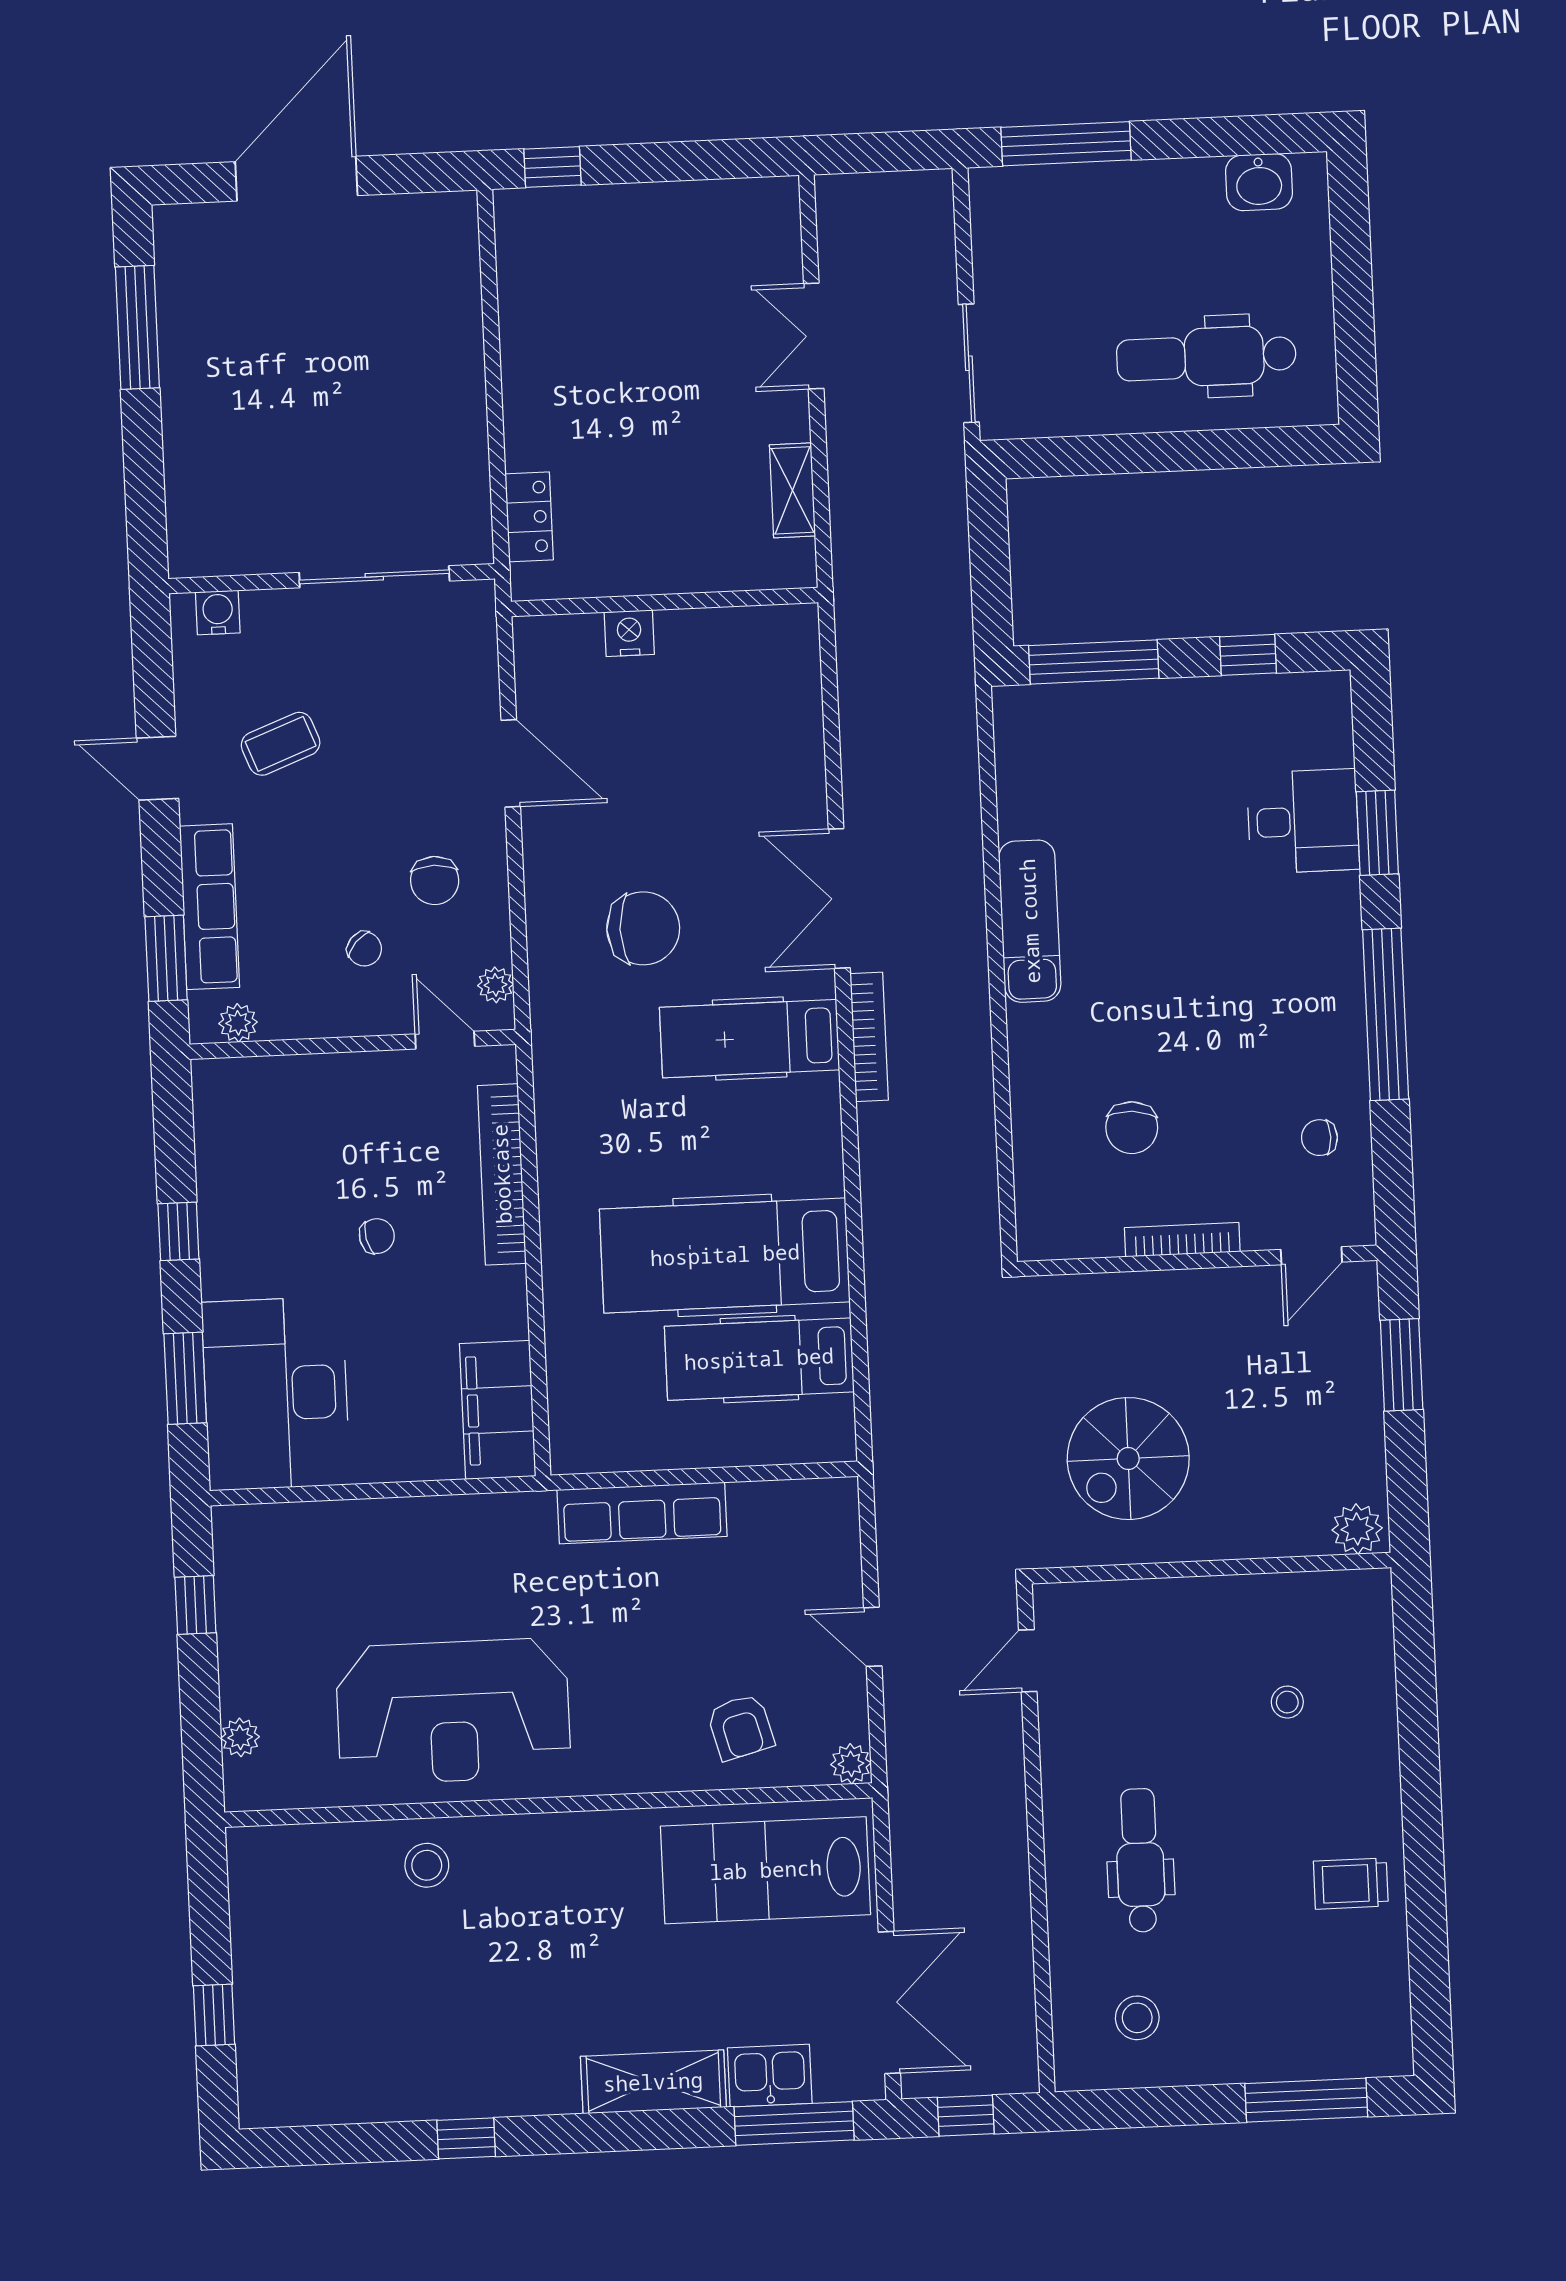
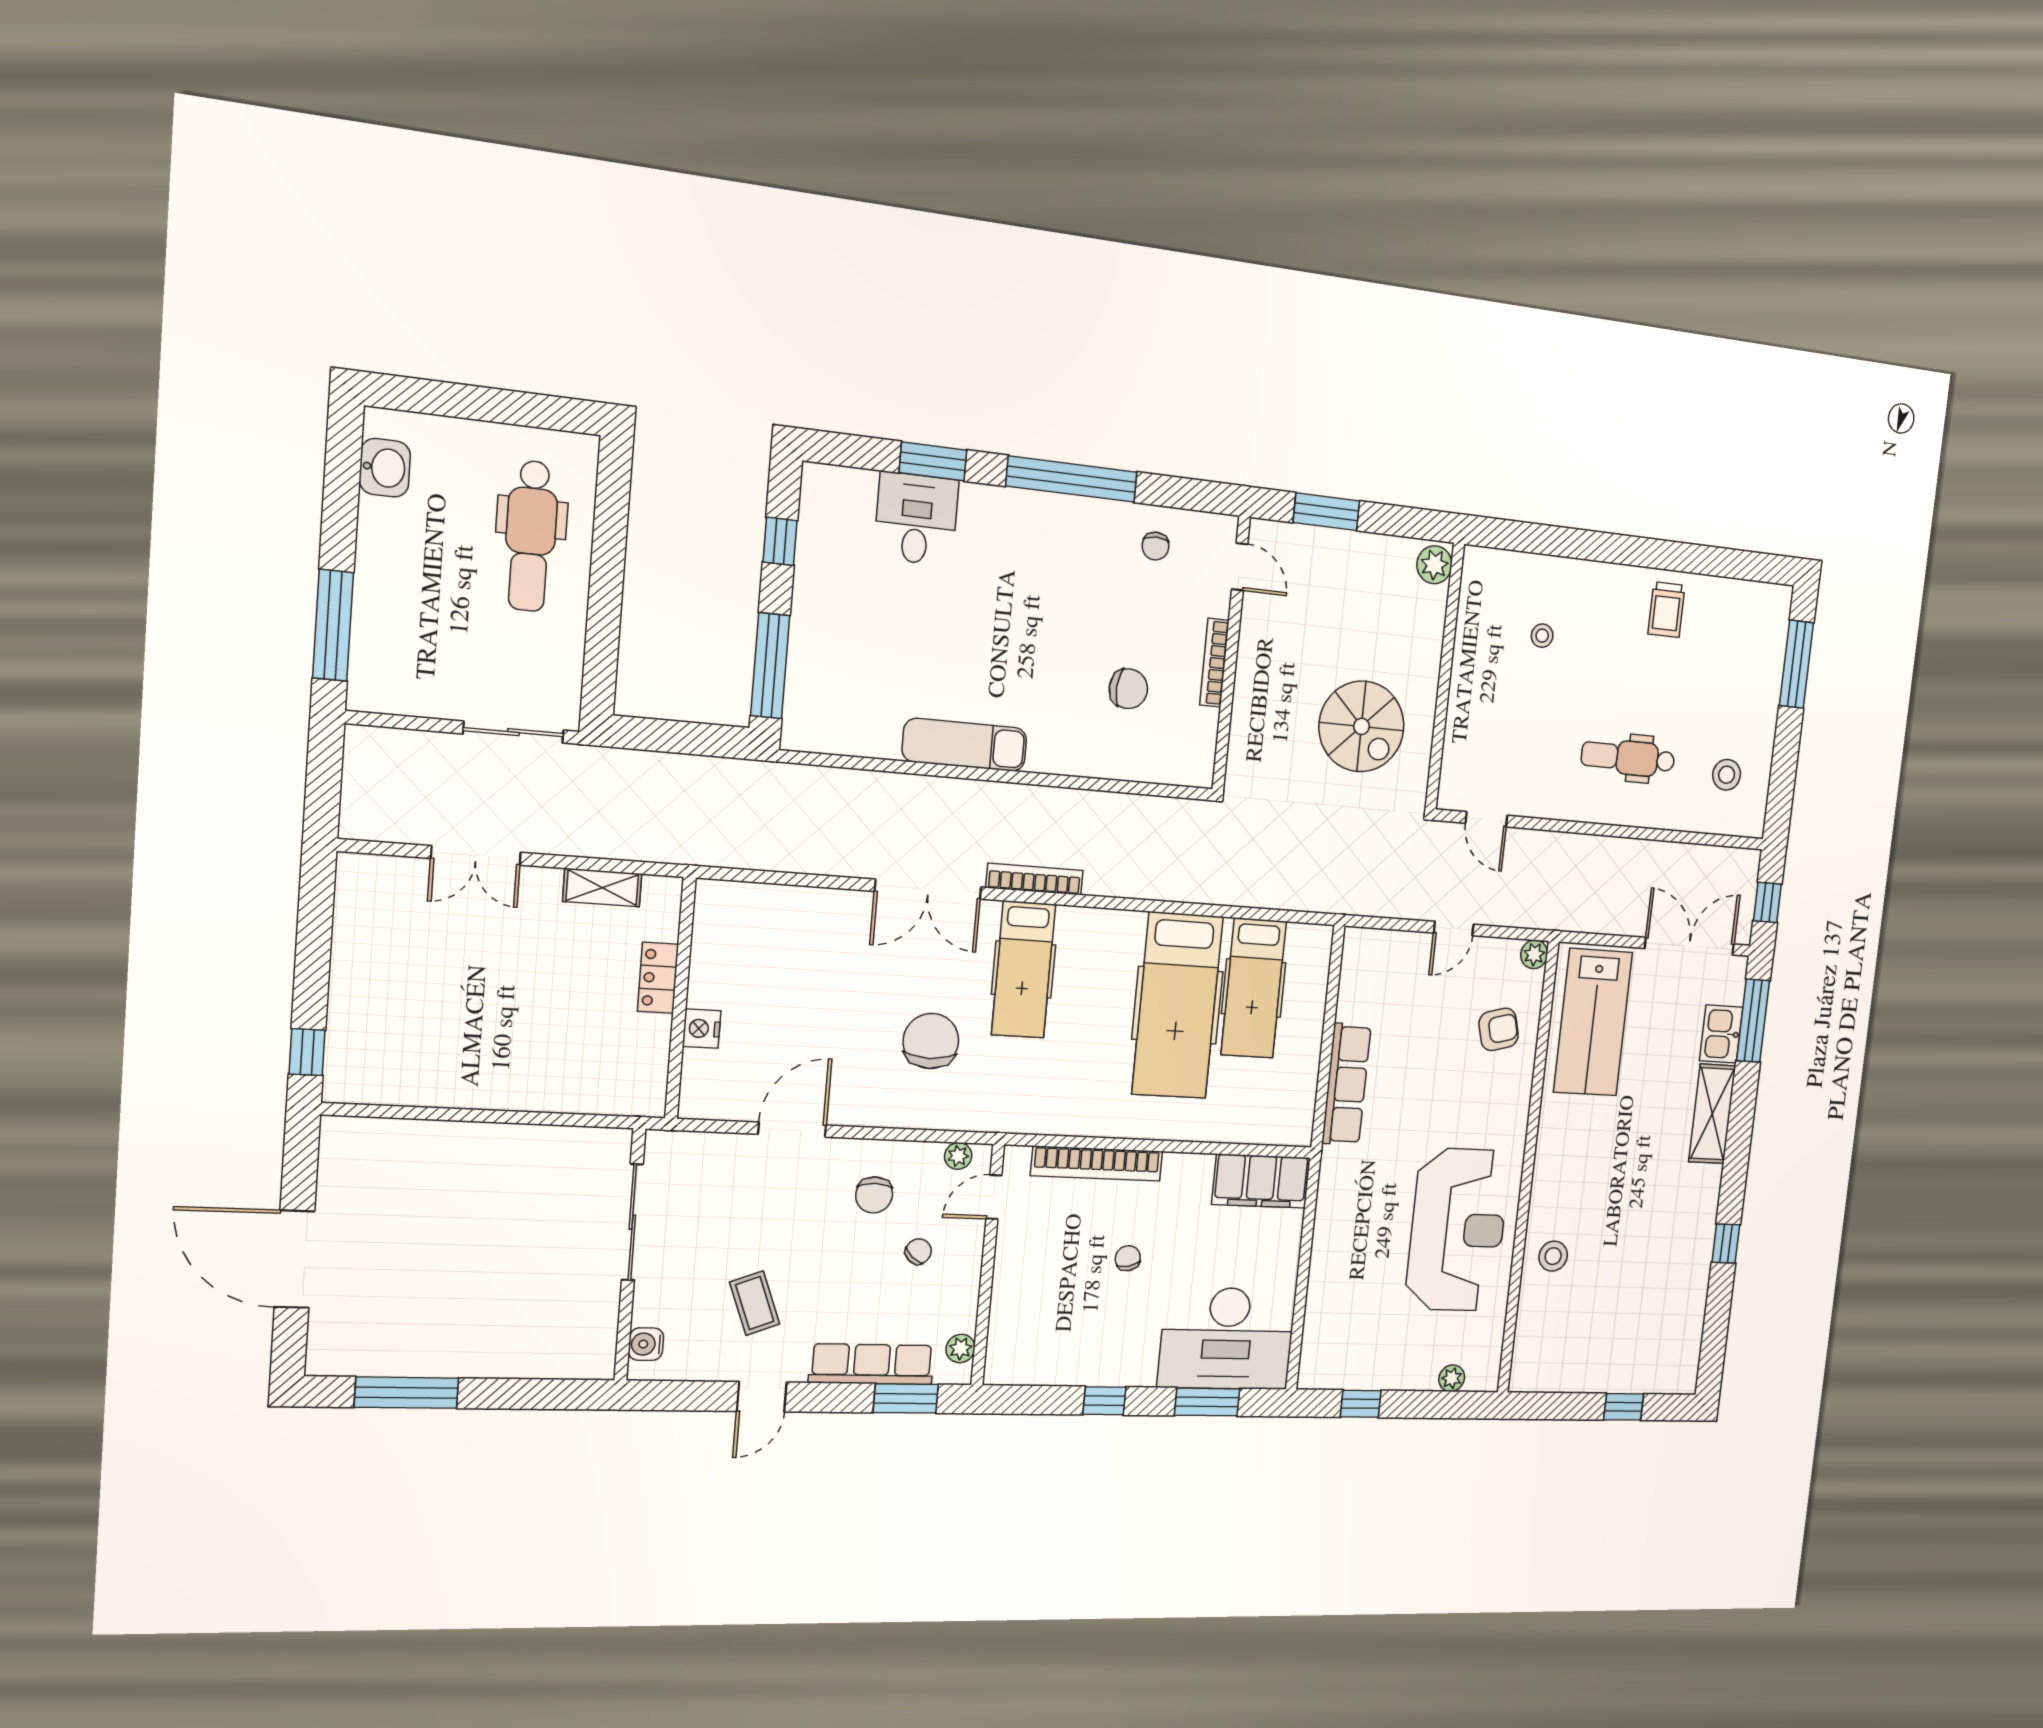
locker: (529, 517) -> (658, 978), moved, turned -90
chair: (435, 881) -> (874, 1195), turned 90

